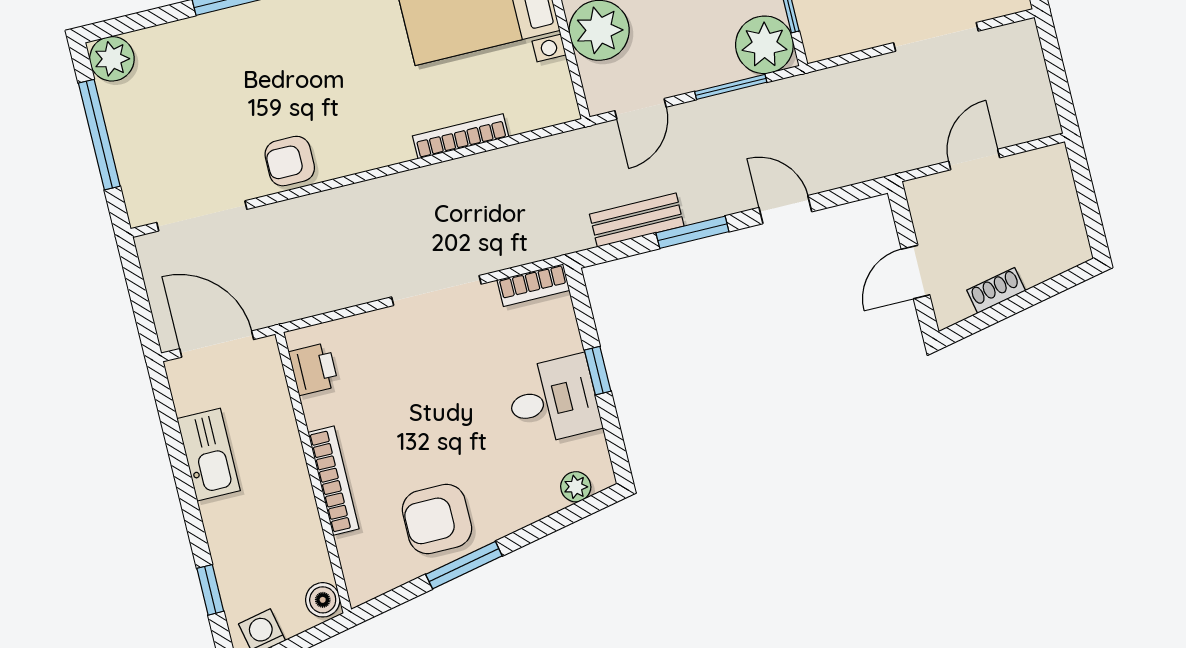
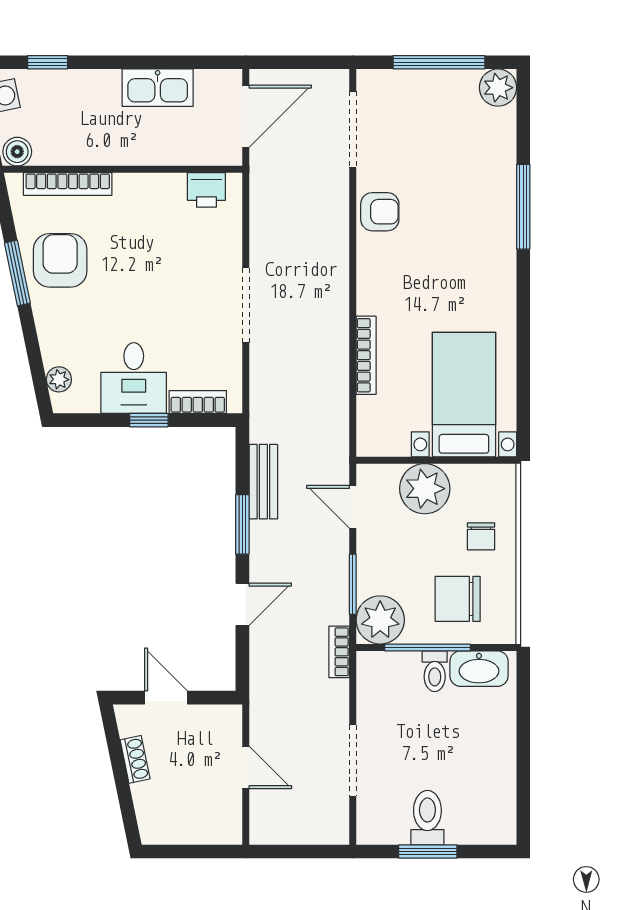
bookcase: (813, 84) -> (339, 652), added
armchair: (290, 161) -> (380, 212), turned 90
bookcase: (533, 285) -> (198, 402), moved, turned 90
bookcase: (334, 481) -> (68, 184), moved

